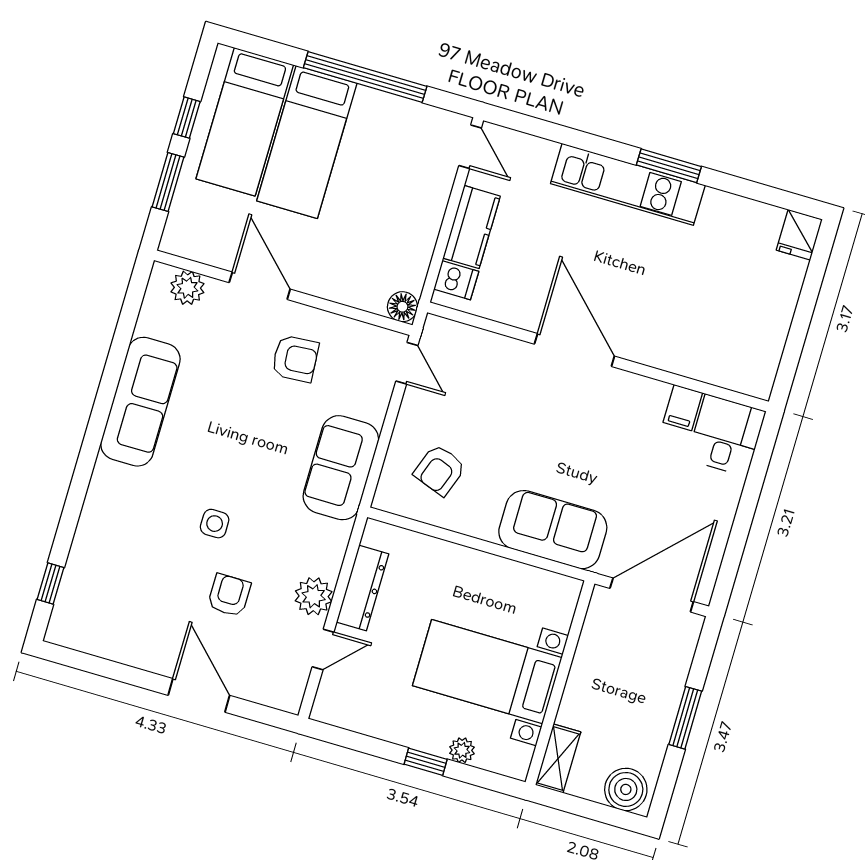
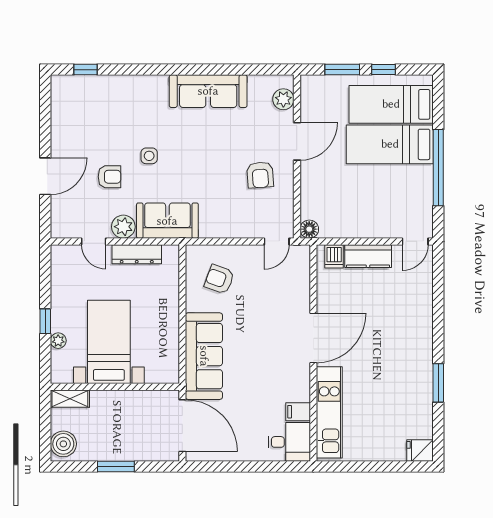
window: (669, 166) -> (438, 383), moved
kitchen unit: (628, 184) -> (329, 412), moved, turned 180
sofa: (341, 468) -> (167, 221), moved
sofa: (553, 530) -> (204, 356), width x1.36

